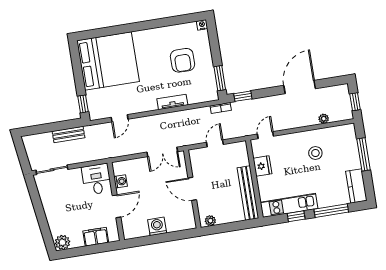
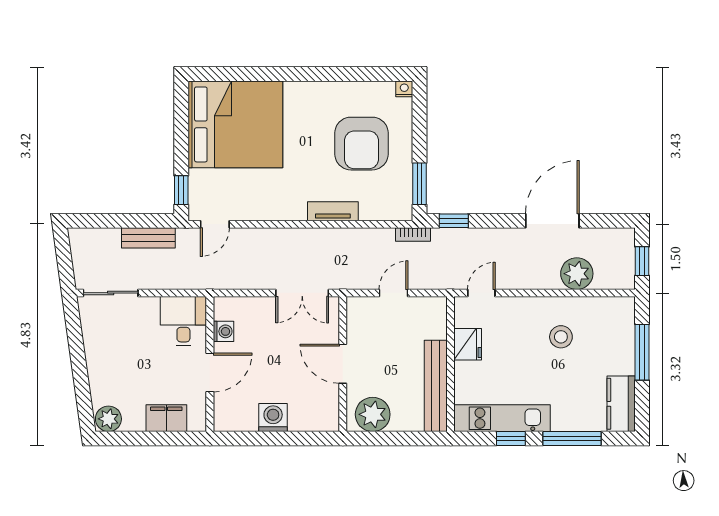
armchair: (183, 60) -> (362, 144), width x1.36, depth x1.36
door: (120, 118) -> (215, 224), moved
plant: (324, 119) -> (577, 274), width x1.88, depth x1.88
plant: (210, 221) -> (373, 414), width x1.88, depth x1.88

